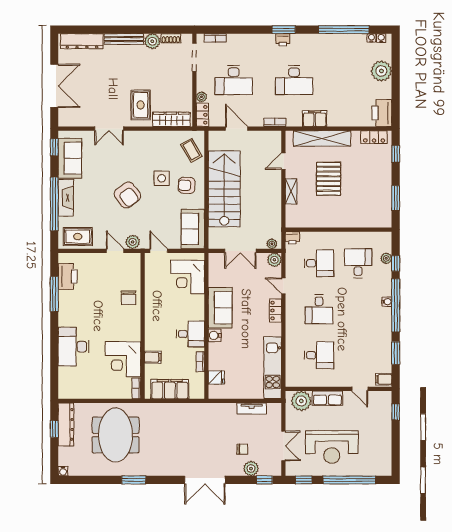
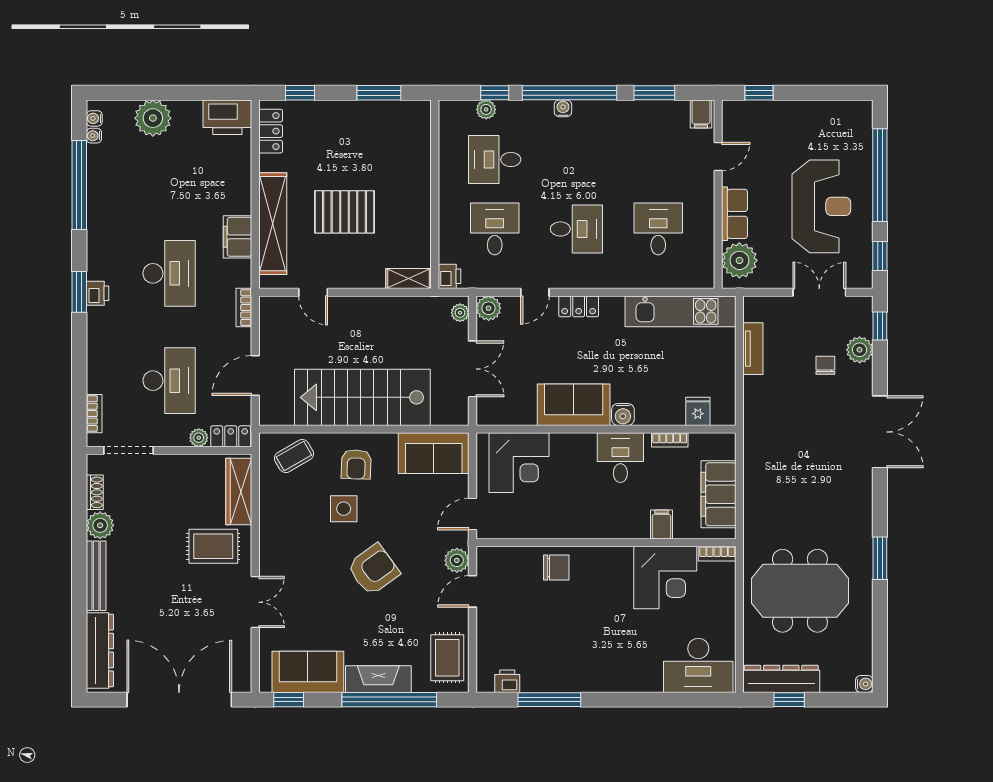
double door: (54, 86) -> (179, 700), width x1.36
shelving: (291, 191) -> (409, 278), moved
printer: (68, 276) -> (507, 681), width x0.53, depth x0.68
desk: (74, 347) -> (698, 665), moved

